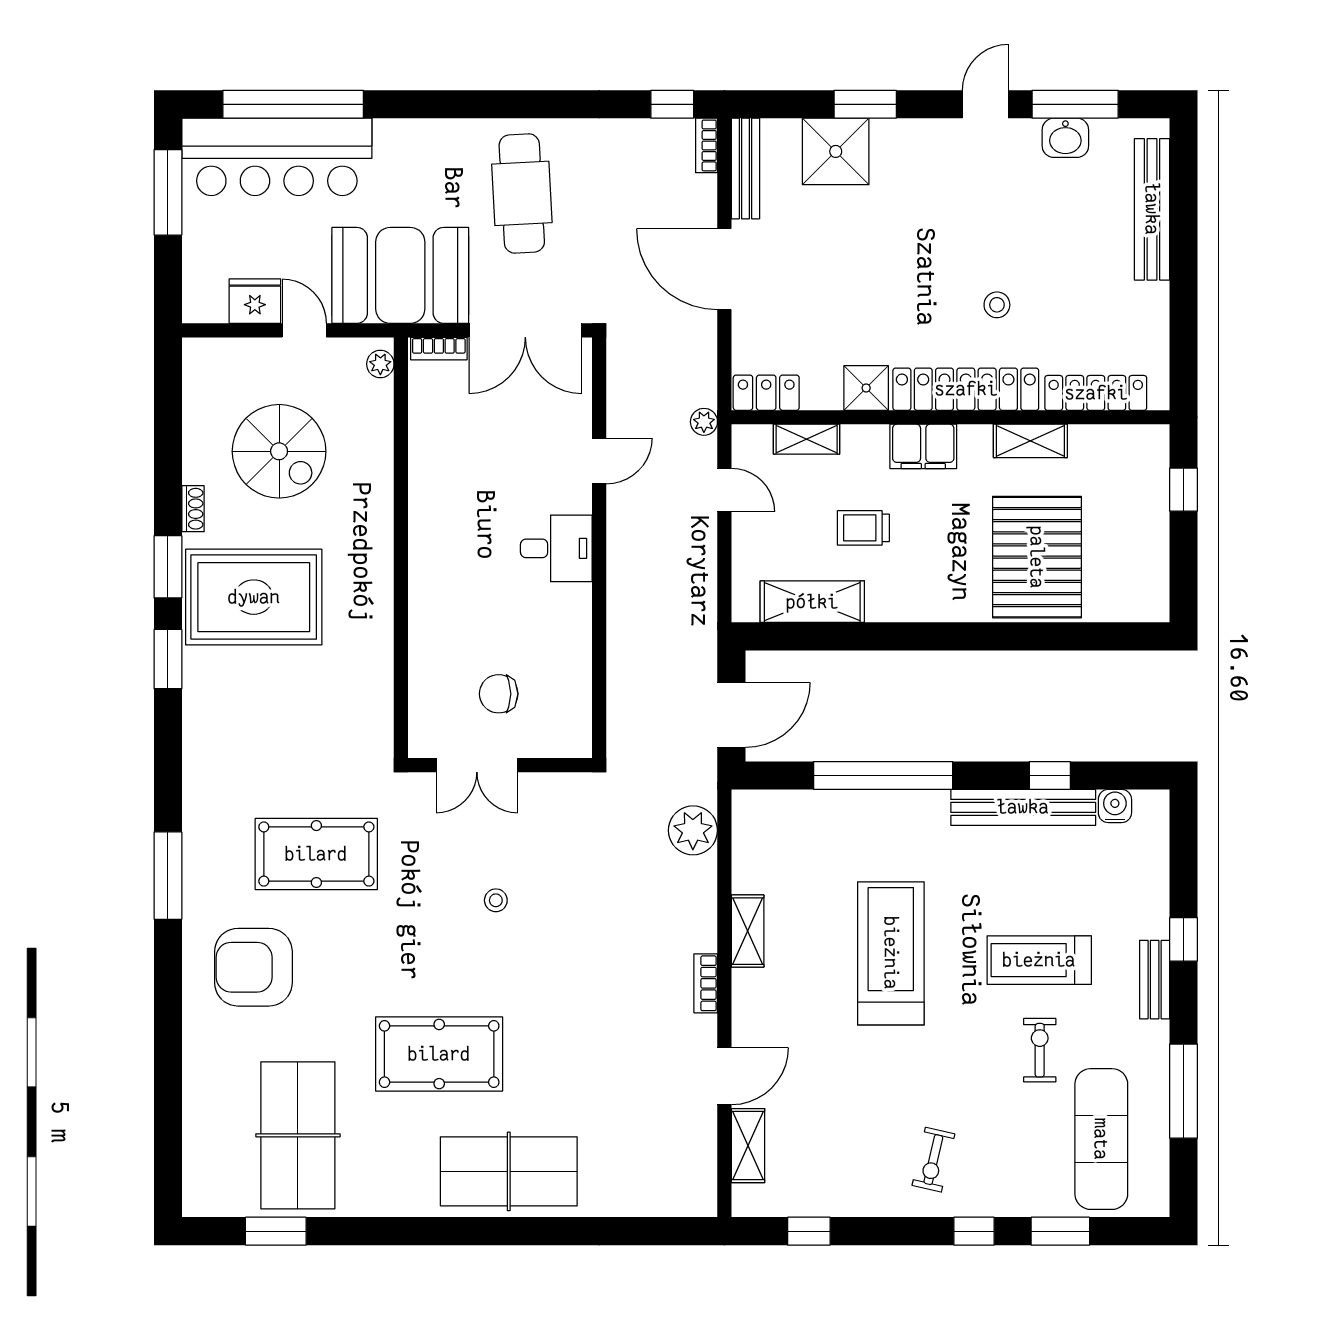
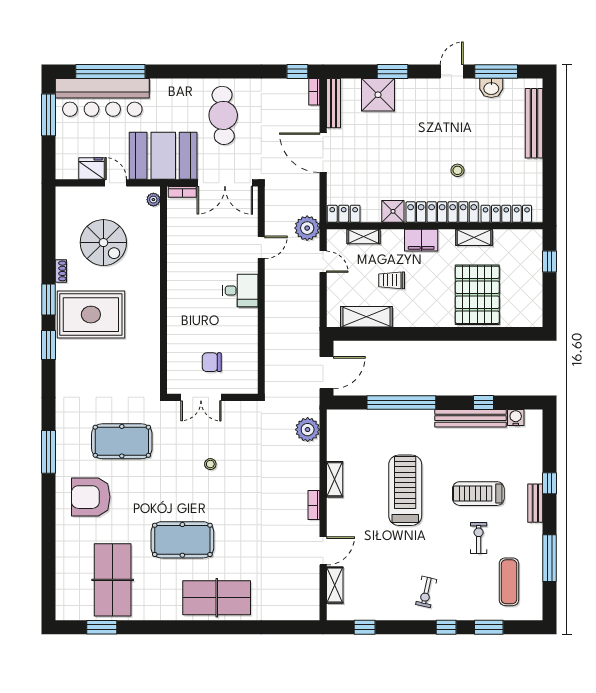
plant: (704, 422) -> (307, 228), width x1.88, depth x1.88
exercise mat: (1101, 1139) -> (509, 582), width x0.73, depth x0.69

